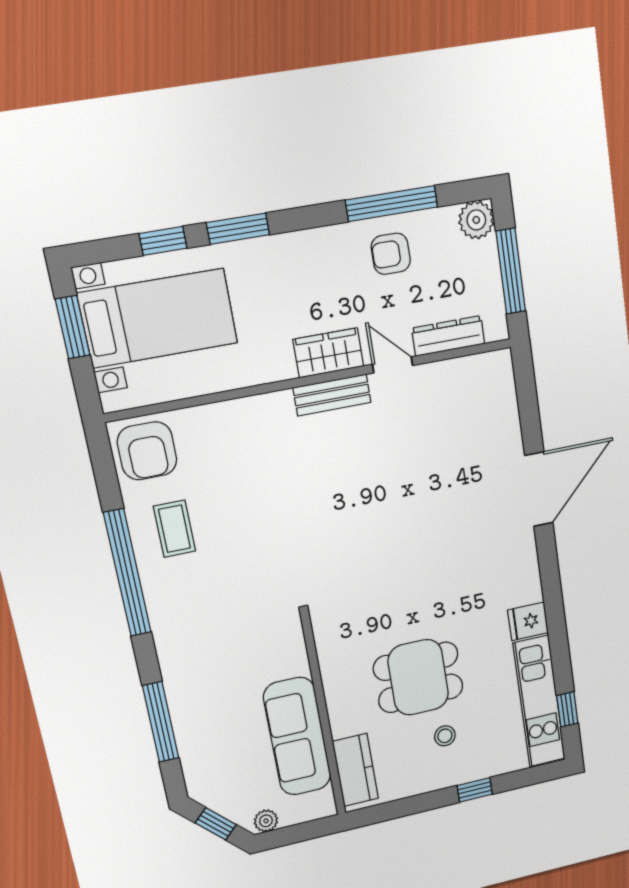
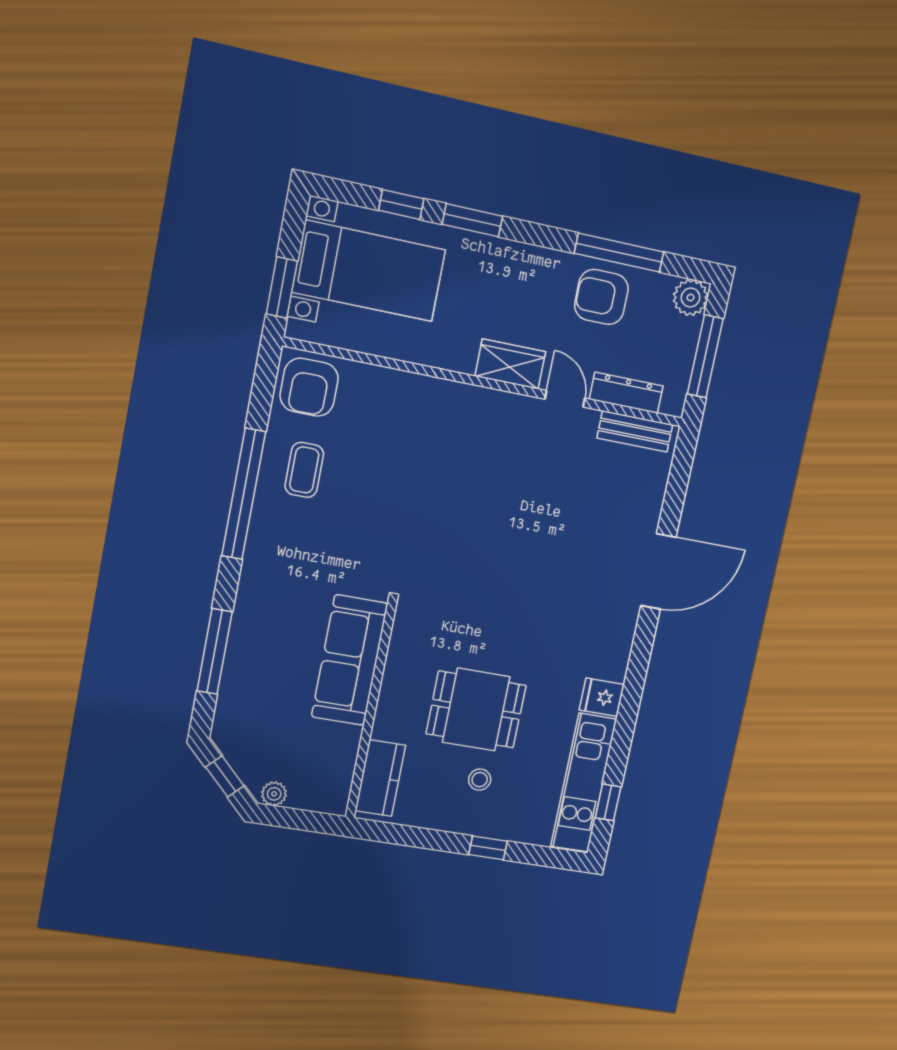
armchair: (391, 254) -> (601, 297), width x1.38, depth x1.38
window: (73, 327) -> (282, 288), moved
bench: (332, 395) -> (635, 431), moved
sofa: (297, 737) -> (350, 660), moved

